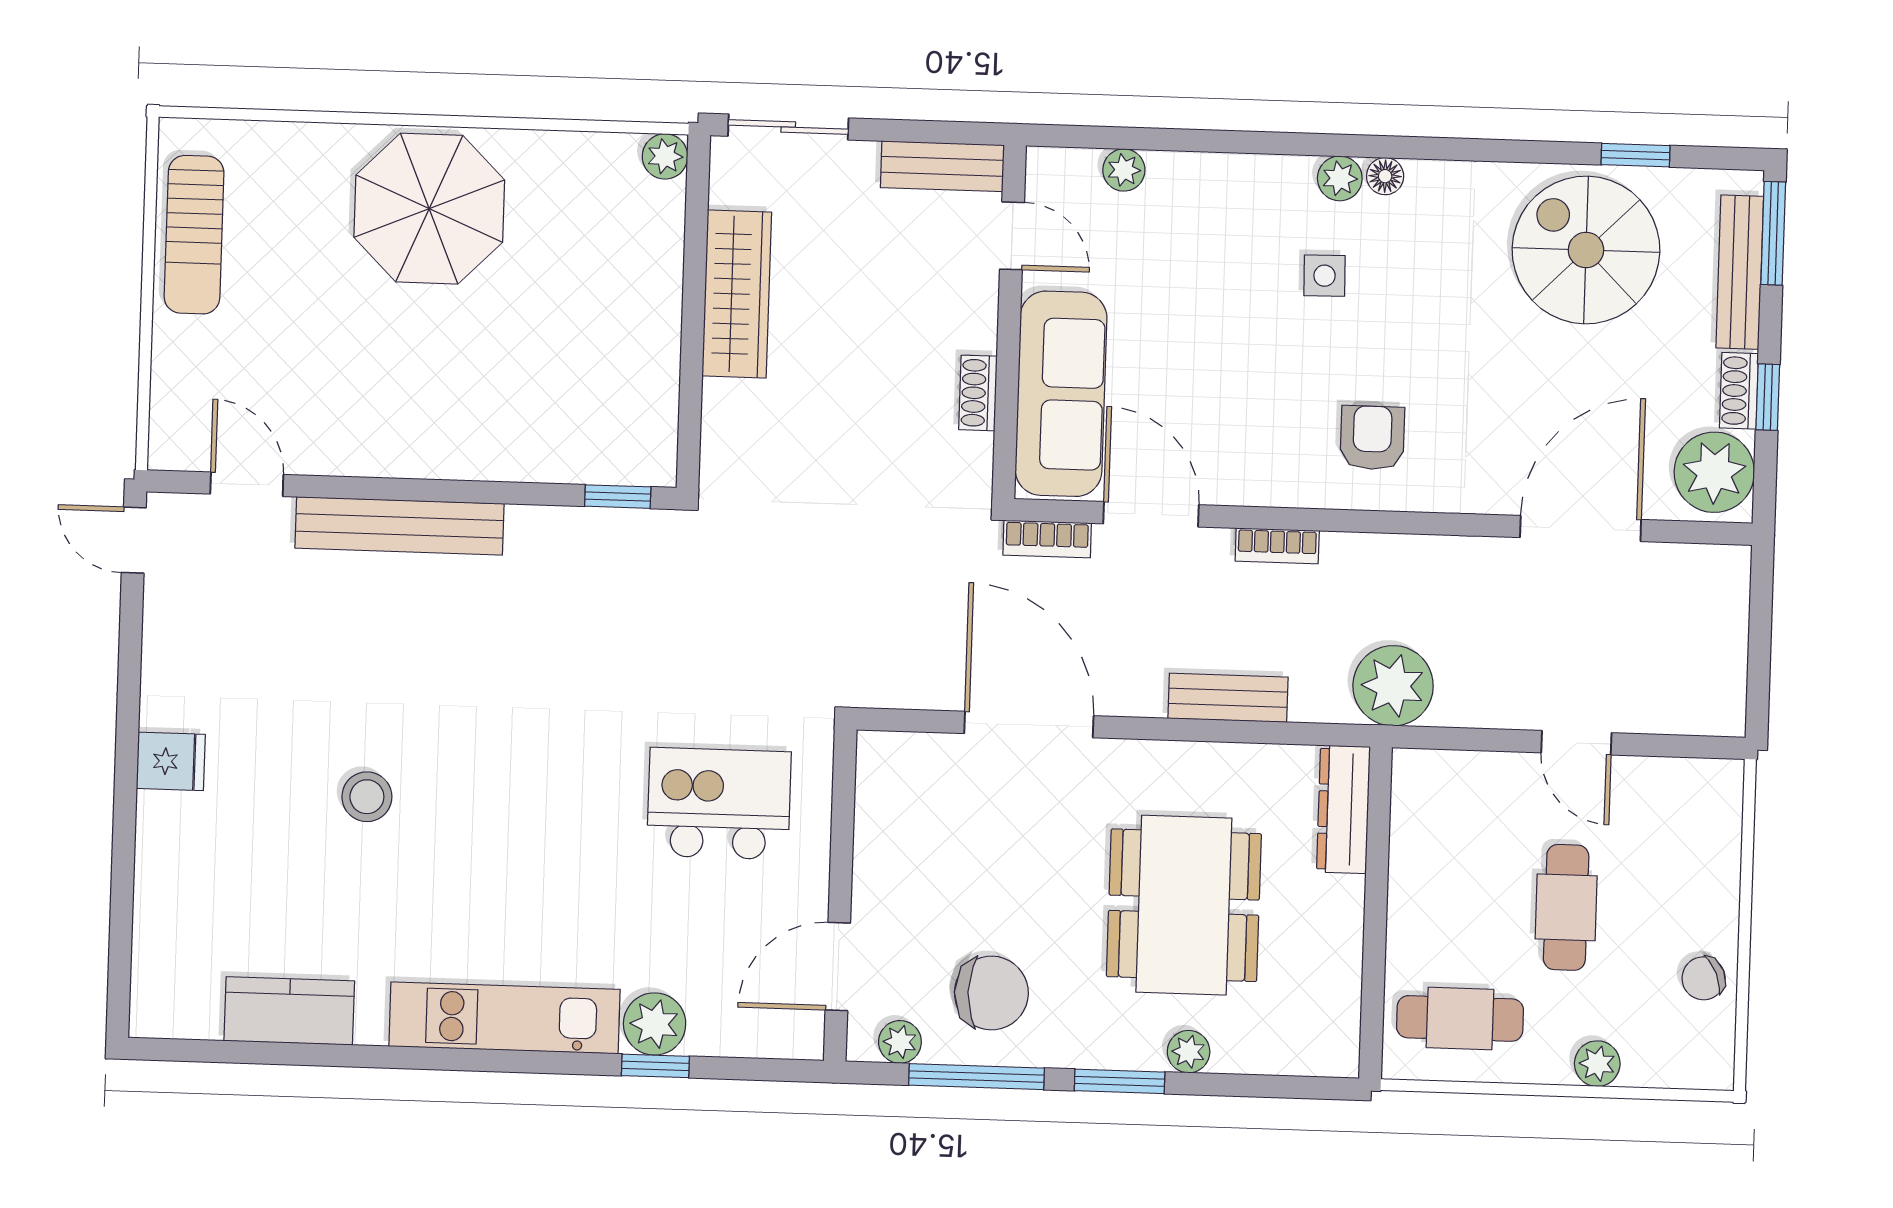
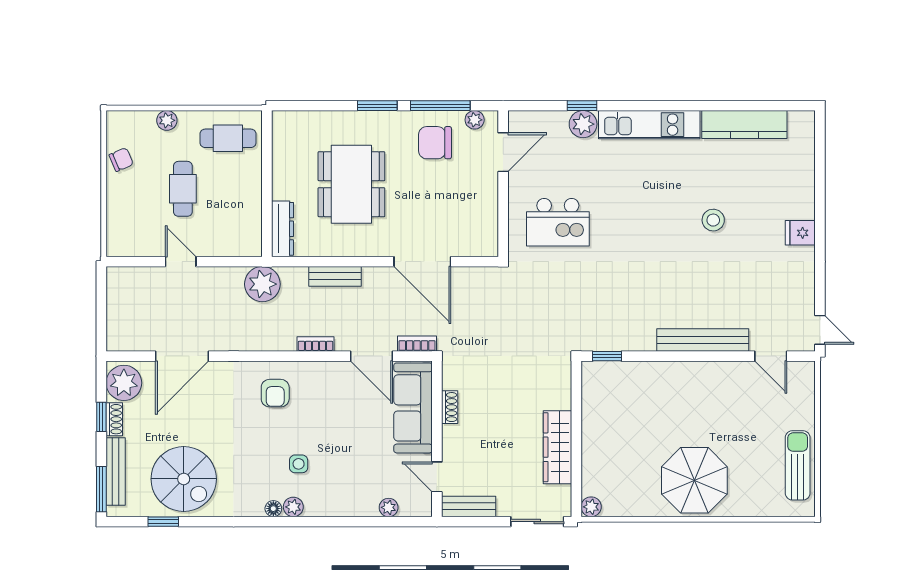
kitchen counter: (289, 1011) -> (744, 125), width x1.50
plant: (1189, 1052) -> (347, 120), removed

